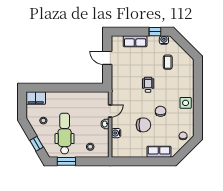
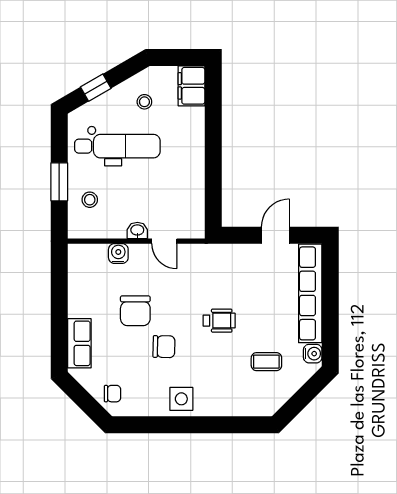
window: (155, 32) -> (330, 335), removed
row of seats: (135, 41) -> (310, 293), width x2.02
window: (66, 161) -> (59, 182), moved

